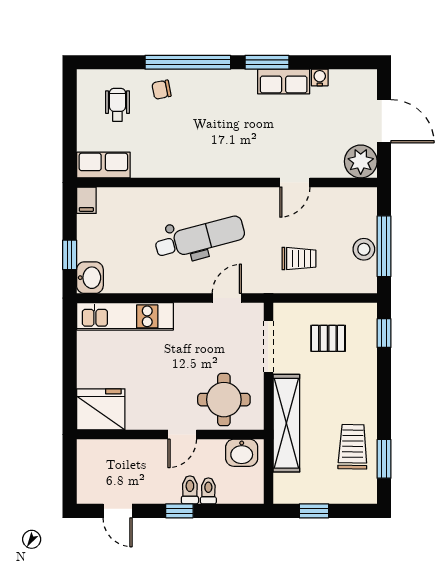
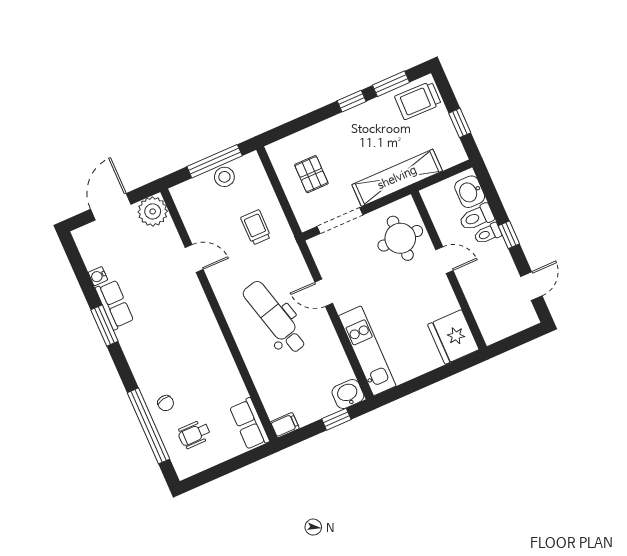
window: (188, 62) -> (148, 426), moved
door: (227, 298) -> (324, 293), moved
window: (384, 333) -> (352, 101), moved
trolley: (353, 447) -> (418, 100), moved
washbasin: (242, 453) -> (470, 192), moved, turned 180
toilet: (208, 491) -> (477, 217), width x1.37, depth x1.39

